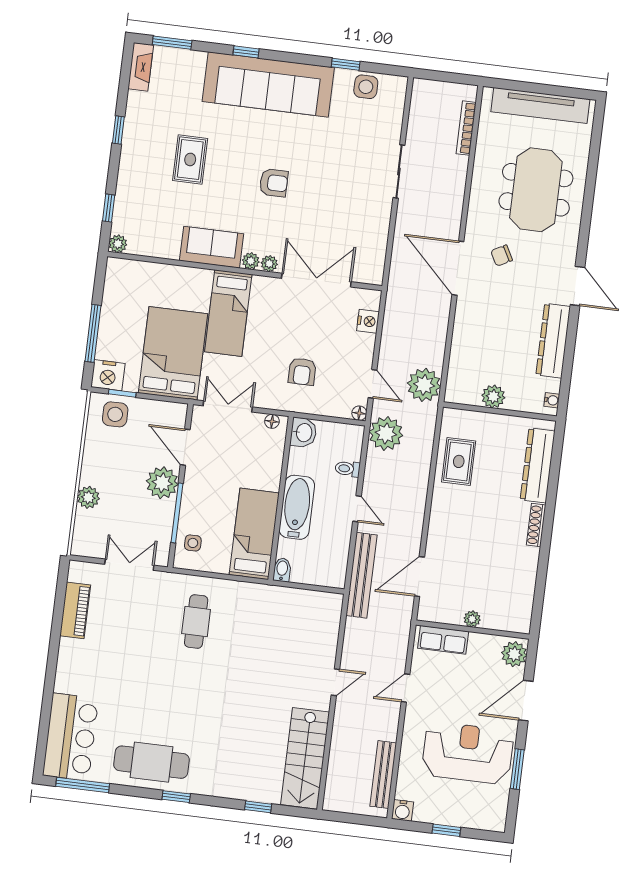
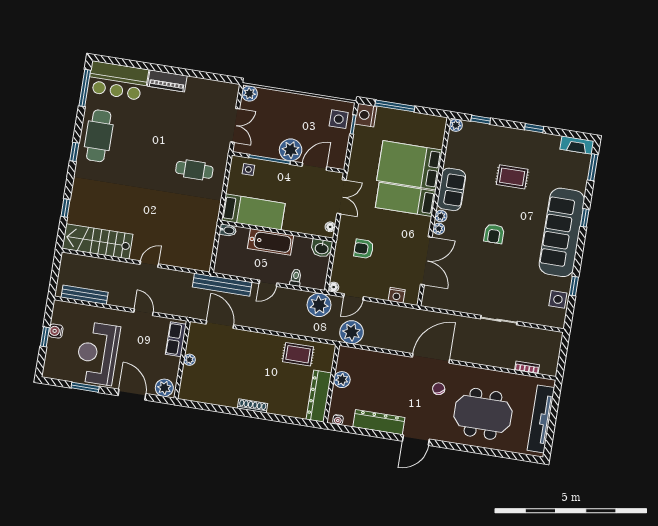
bookcase: (466, 128) -> (527, 367), width x0.64
bed: (173, 353) -> (410, 165), moved, turned 180
dresser: (538, 465) -> (319, 396), moved, turned -90
plant: (88, 497) -> (249, 93), moved
piano: (75, 610) -> (167, 81), moved
door: (335, 682) -> (149, 264), swing flipped
reception desk: (468, 753) -> (97, 353), turned 180
water cooler: (402, 810) -> (56, 331), moved

